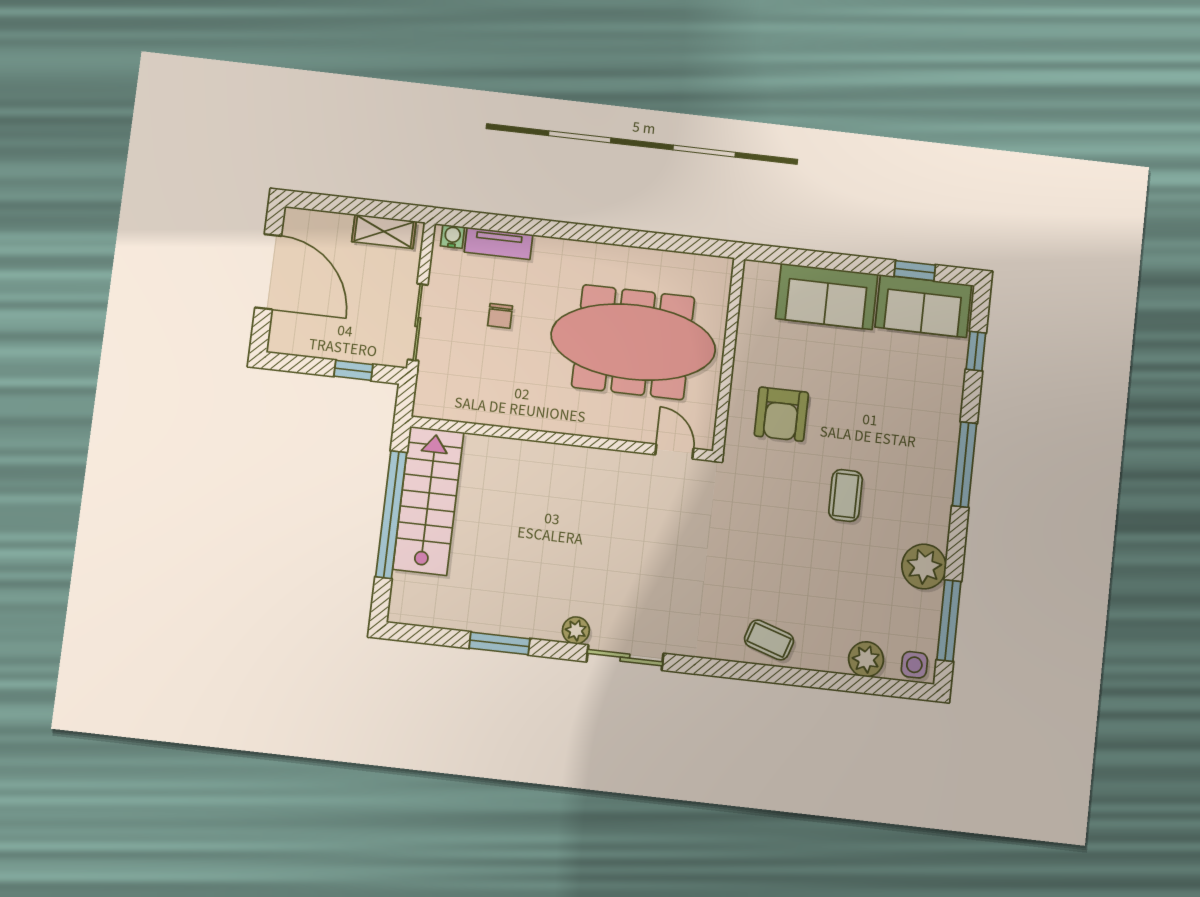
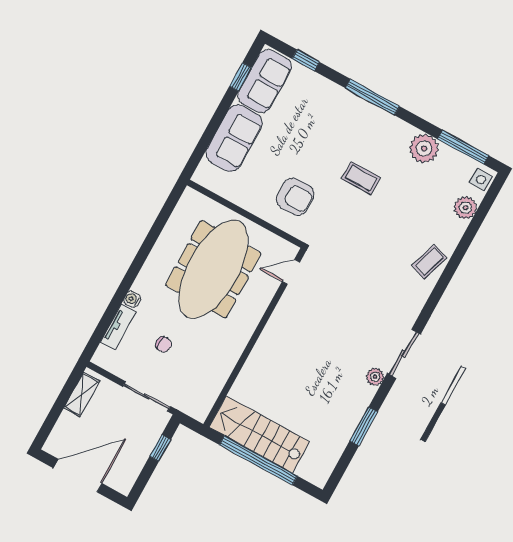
water cooler: (453, 236) -> (132, 299), moved

